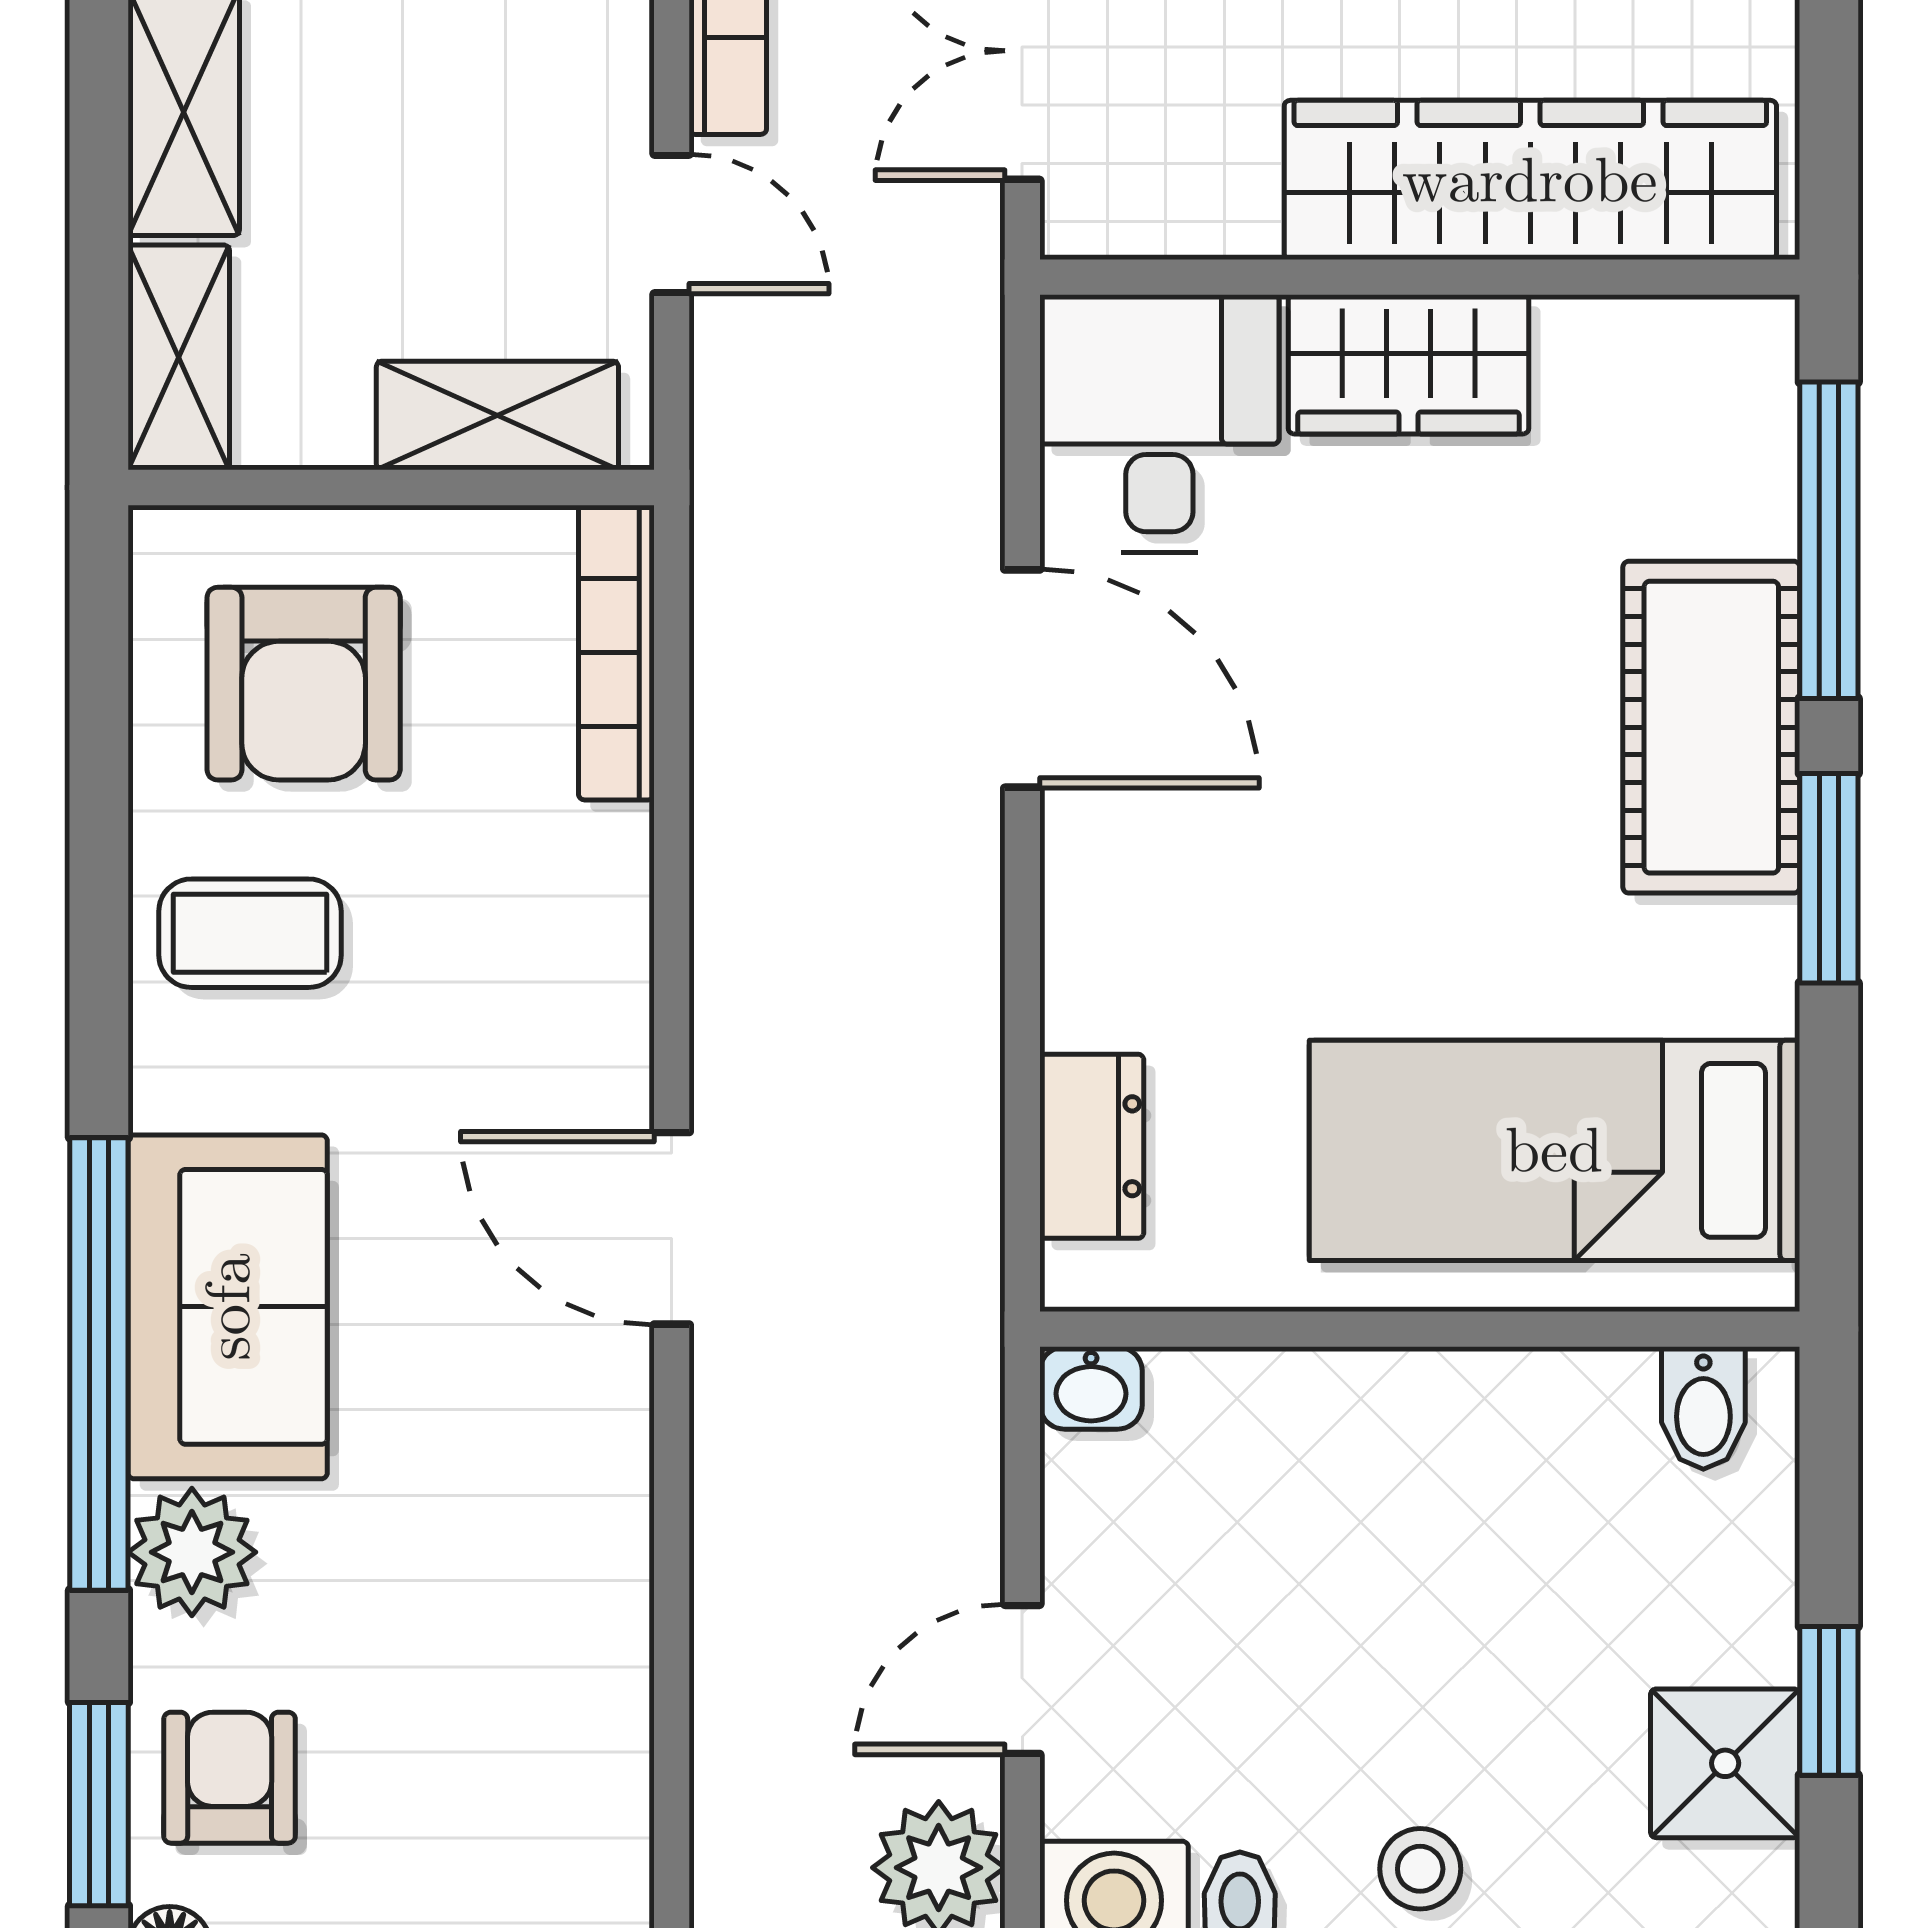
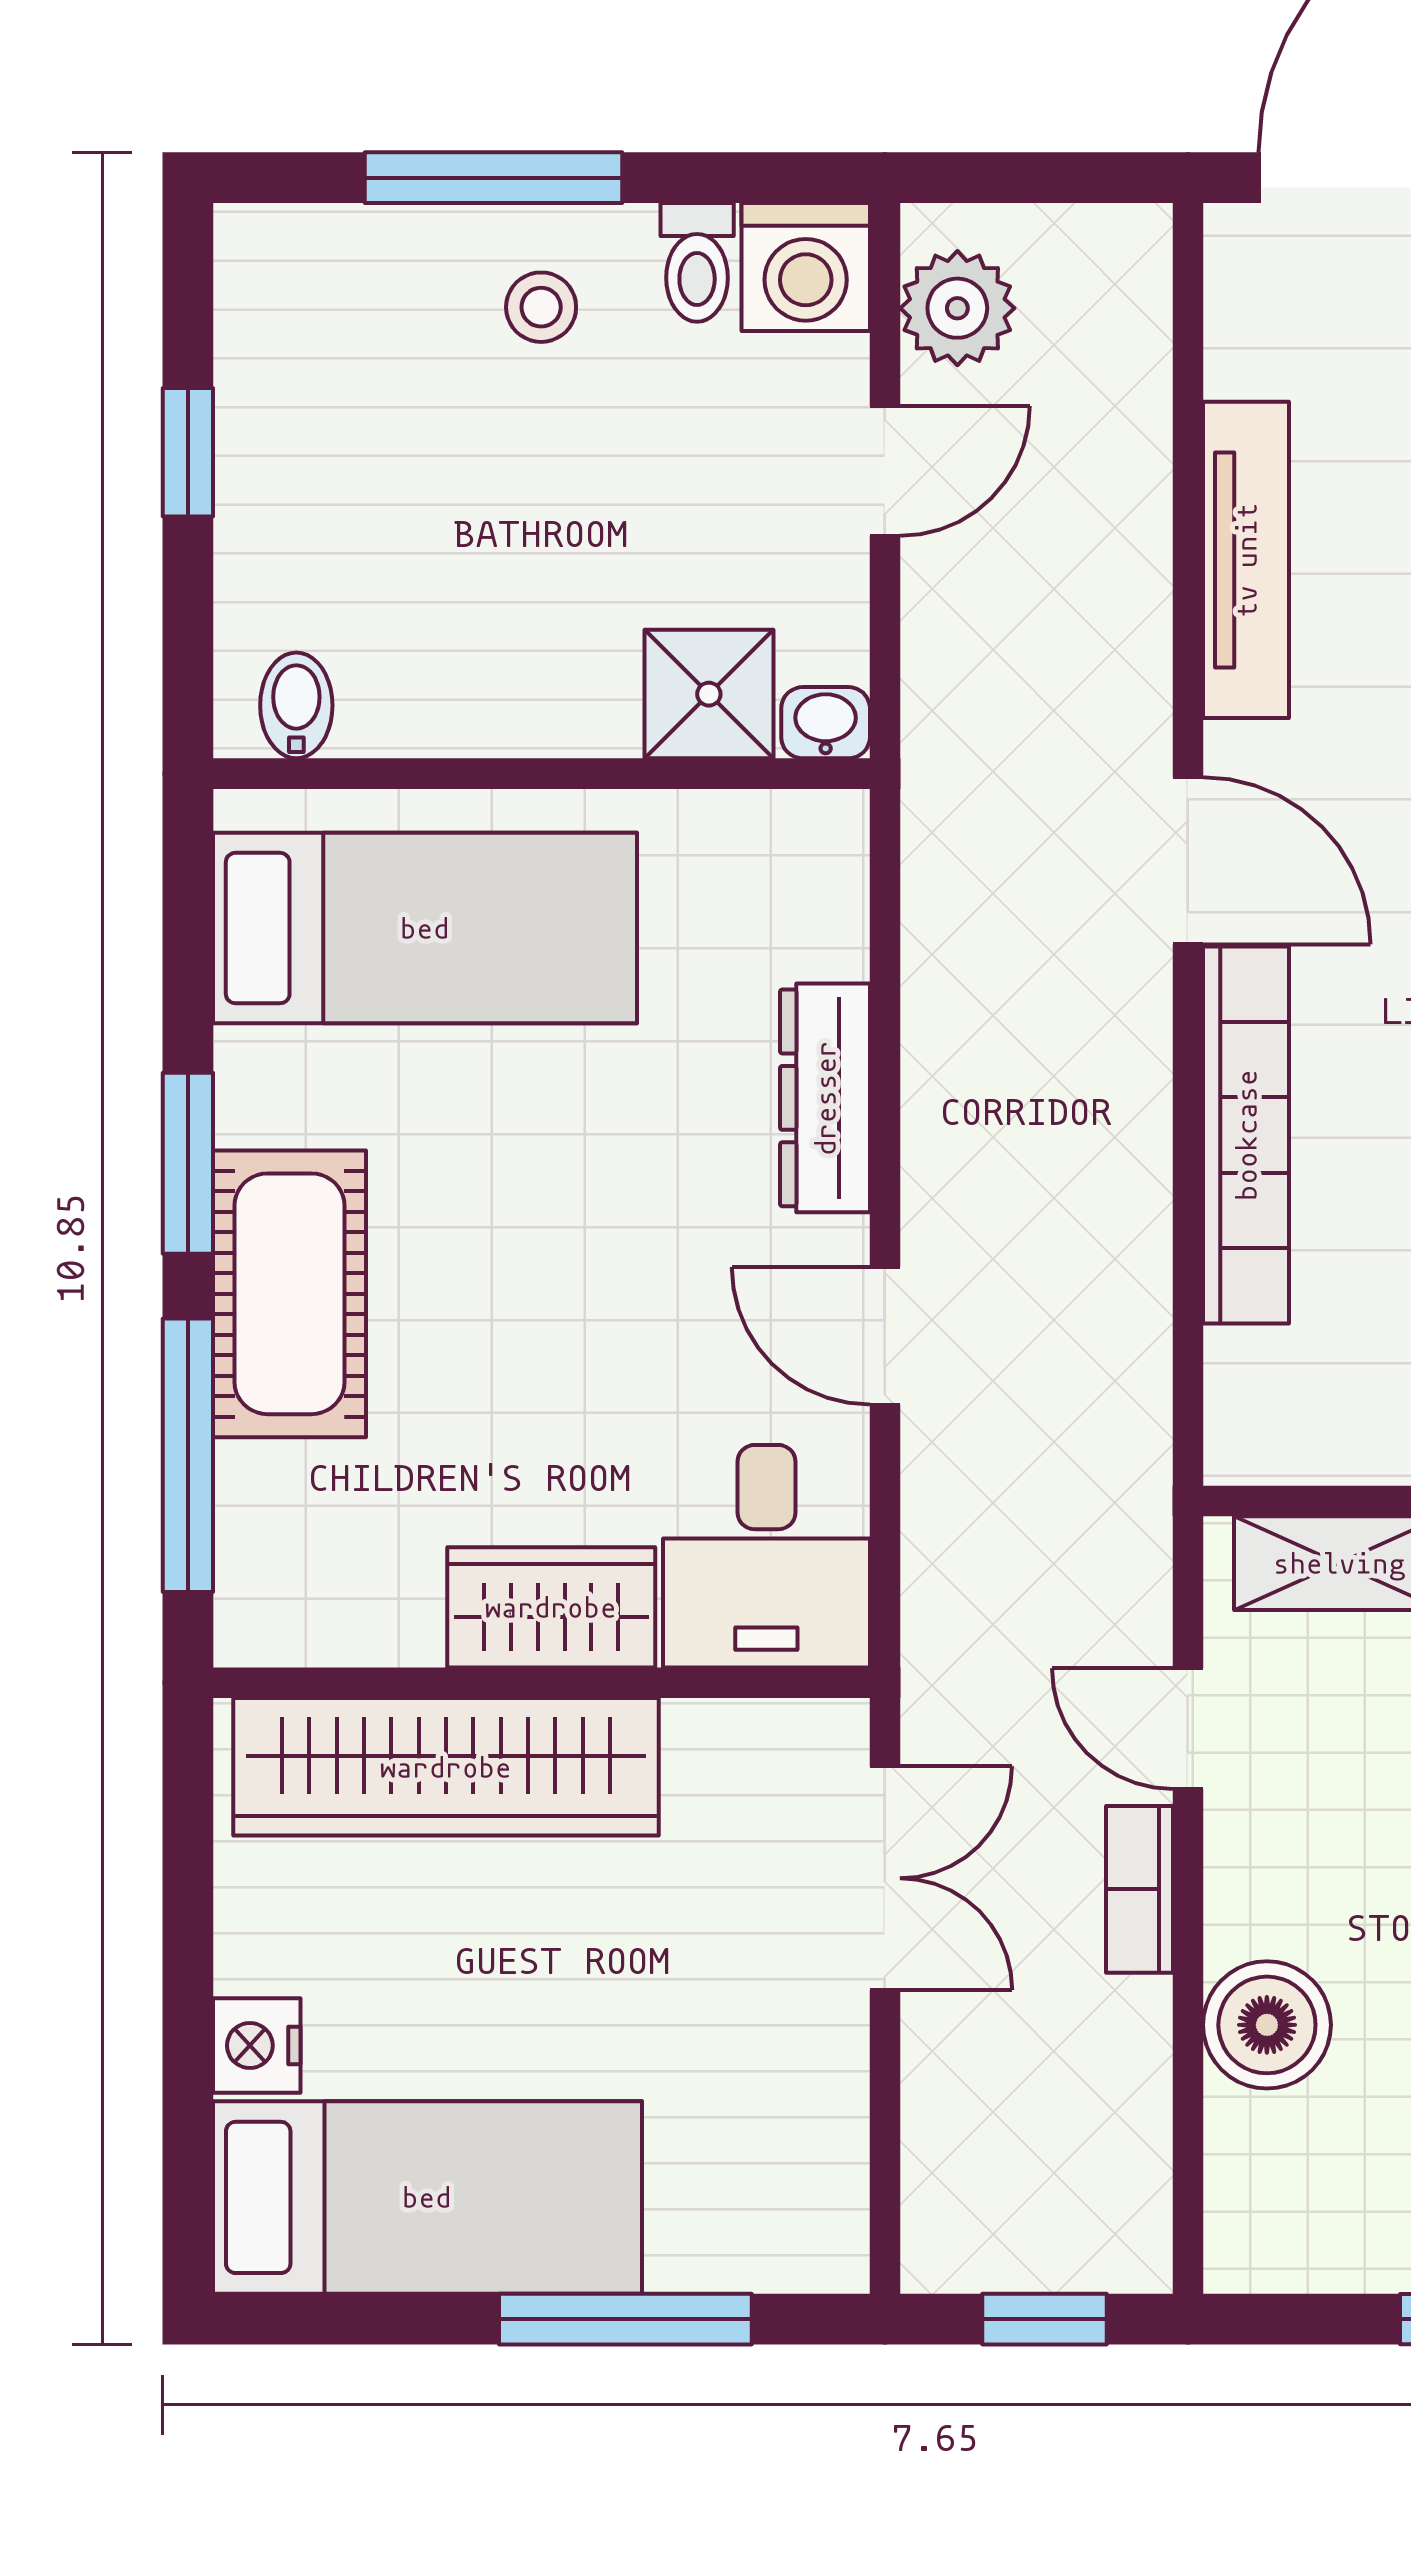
bookcase: (616, 653) -> (1246, 1135), moved, width x1.48, depth x1.31
door: (1022, 679) -> (885, 1336), width x0.73
dresser: (1092, 1146) -> (825, 1098), moved, width x1.44
tv unit: (605, 1576) -> (1246, 560), added
shower: (1725, 1763) -> (709, 694), moved

